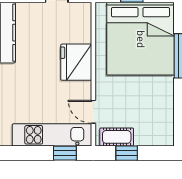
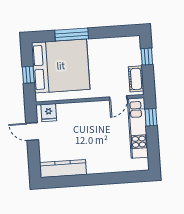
fridge: (76, 62) -> (49, 113), moved, width x0.53, depth x0.75
window: (127, 153) -> (147, 57), moved

